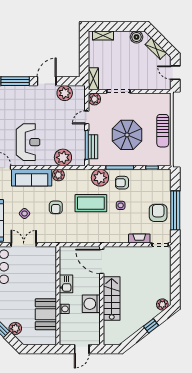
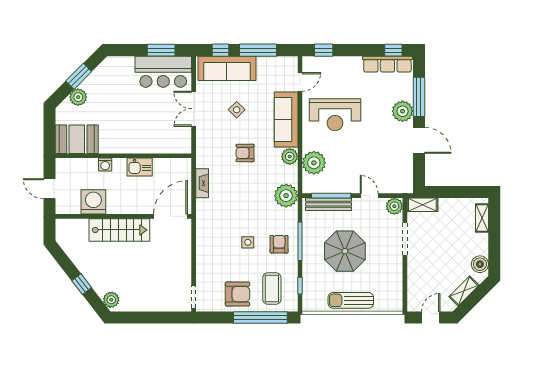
plant: (65, 93) -> (403, 111), moved
bench: (93, 147) -> (329, 204), width x1.36
plant: (100, 178) -> (286, 196), moved
coffee table: (91, 203) -> (272, 288), moved, width x0.73, depth x0.76
window: (175, 210) -> (260, 318), moved
fireplace: (139, 239) -> (202, 183), moved
double door: (24, 245) -> (194, 109), swing flipped
washing machine: (91, 304) -> (93, 202), moved
booth: (46, 314) -> (77, 139), moved

